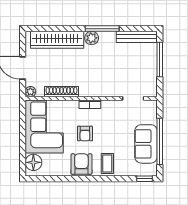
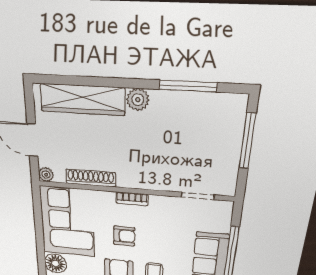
window: (102, 29) -> (188, 86), moved
bench: (137, 37) -> (213, 102), removed
armchair: (85, 134) -> (124, 236), turned -90

